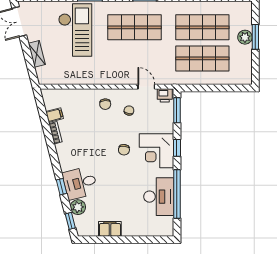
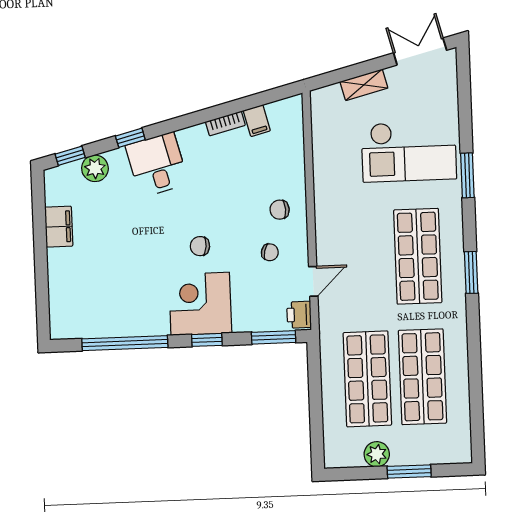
plant: (245, 37) -> (377, 454), moved
desk: (80, 183) -> (157, 165), moved
desk: (159, 197) -> (119, 311), removed

